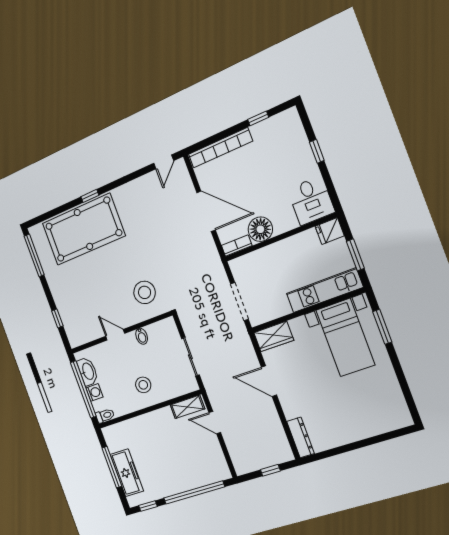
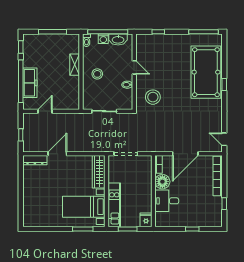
desk: (311, 201) -> (167, 201), moved
door: (115, 335) -> (134, 67), hinge flipped
wardrobe: (274, 336) -> (99, 172), width x1.50
door: (269, 381) -> (57, 154), moved
shelving: (187, 407) -> (75, 65), moved
door: (215, 423) -> (45, 111), moved
freezer: (127, 473) -> (30, 83), moved, turned -90

